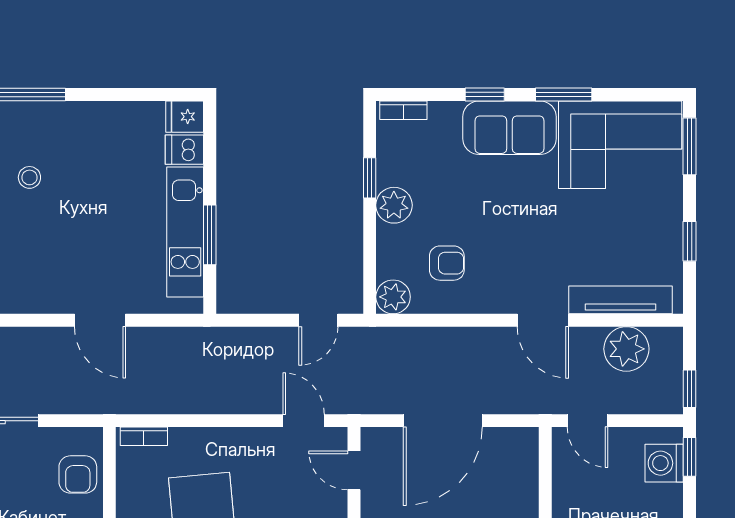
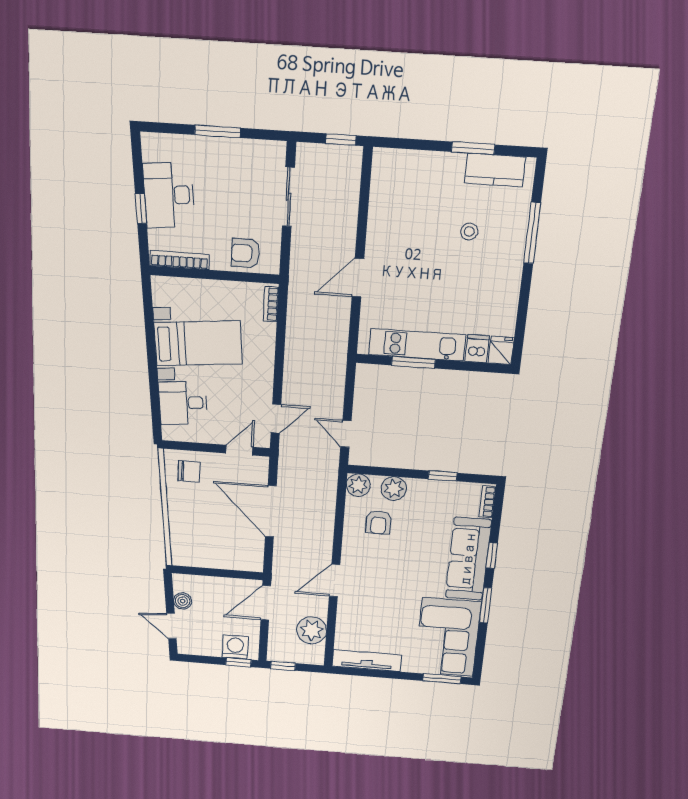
sofa: (510, 128) -> (468, 559), width x1.36
plant: (394, 205) -> (394, 489), moved
window: (690, 241) -> (379, 674), removed
tv unit: (620, 300) -> (367, 661), moved, turned -90
door: (588, 421) -> (266, 603), width x1.38

